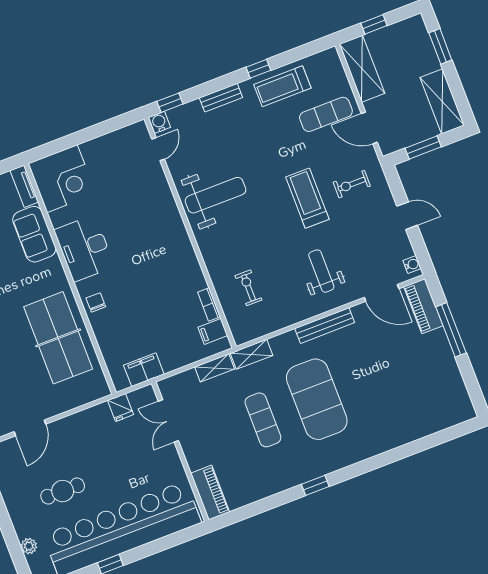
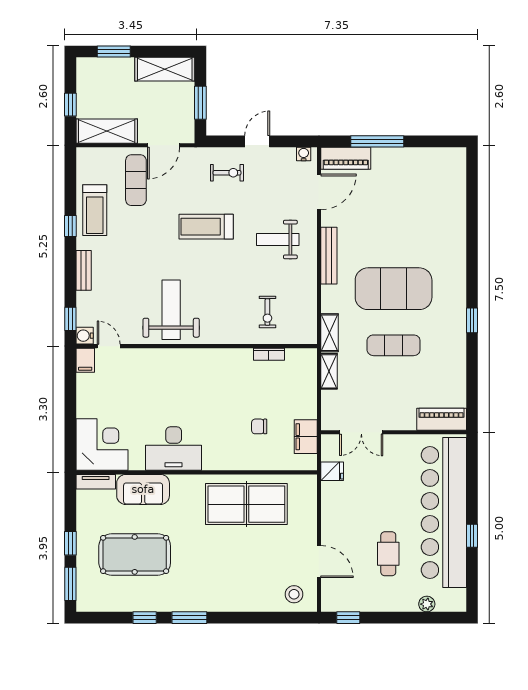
exercise bike: (352, 184) -> (227, 173), moved, turned -90
exercise bike: (248, 288) -> (267, 312), turned -90
chair: (96, 302) -> (259, 426), moved
filing cabinet: (213, 331) -> (85, 360), moved

